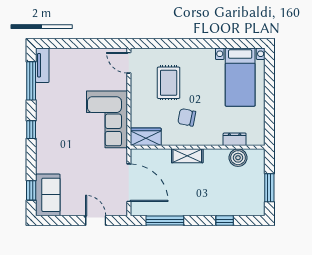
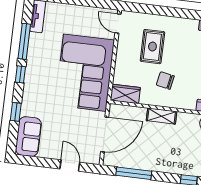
window: (31, 81) -> (24, 41), moved
corner sofa: (107, 119) -> (85, 73), width x1.36, depth x1.36
door: (129, 183) -> (105, 134), hinge flipped
window: (31, 190) -> (16, 112), moved

